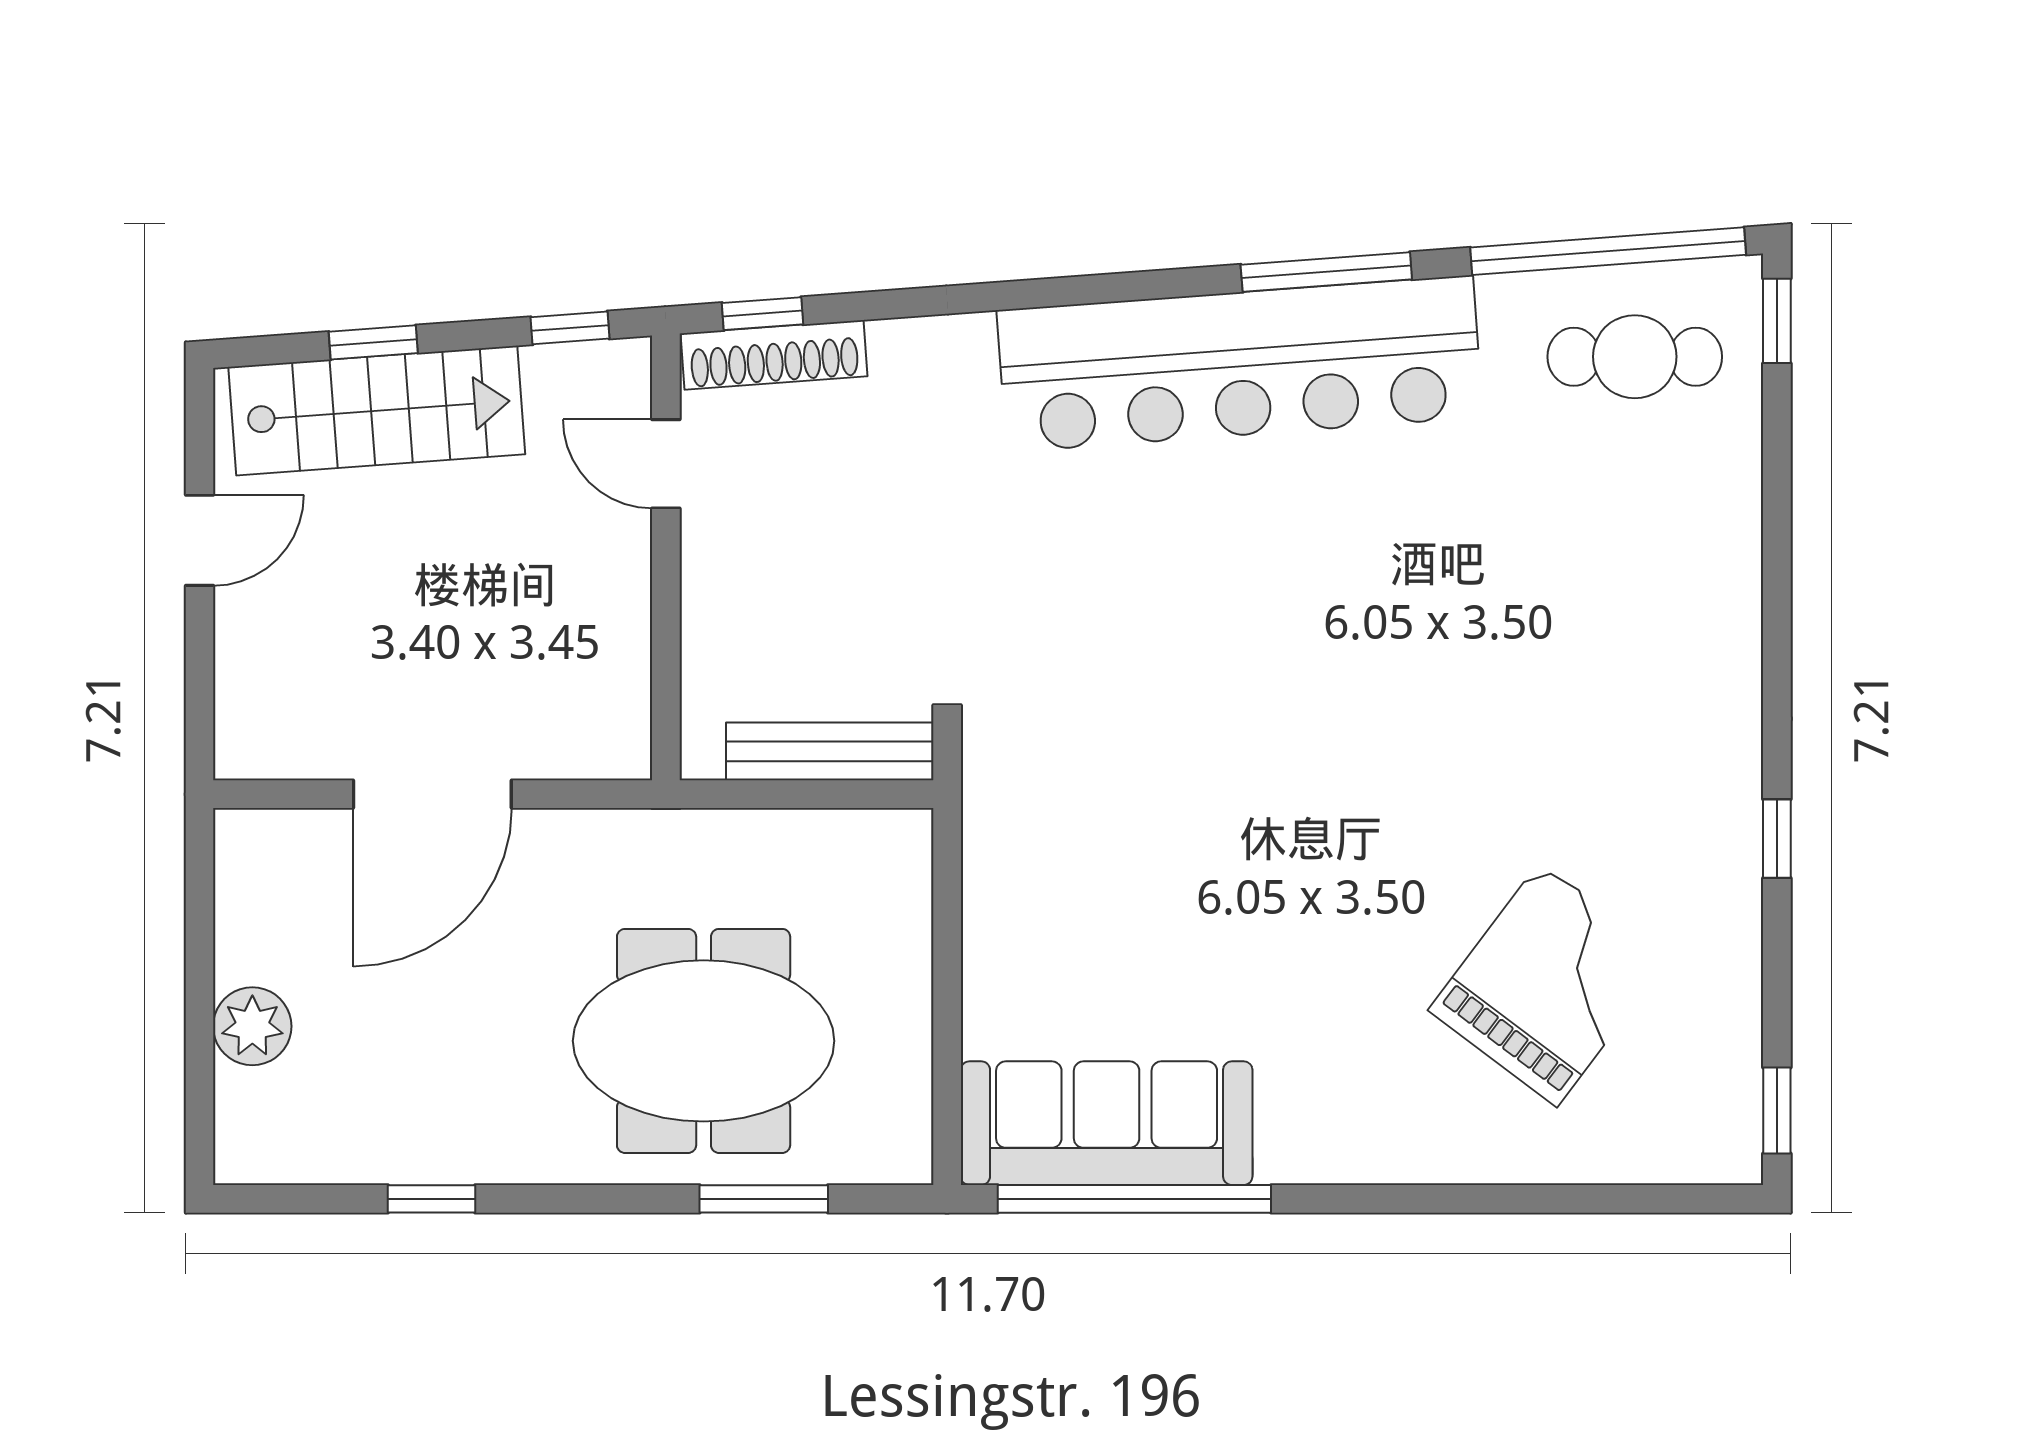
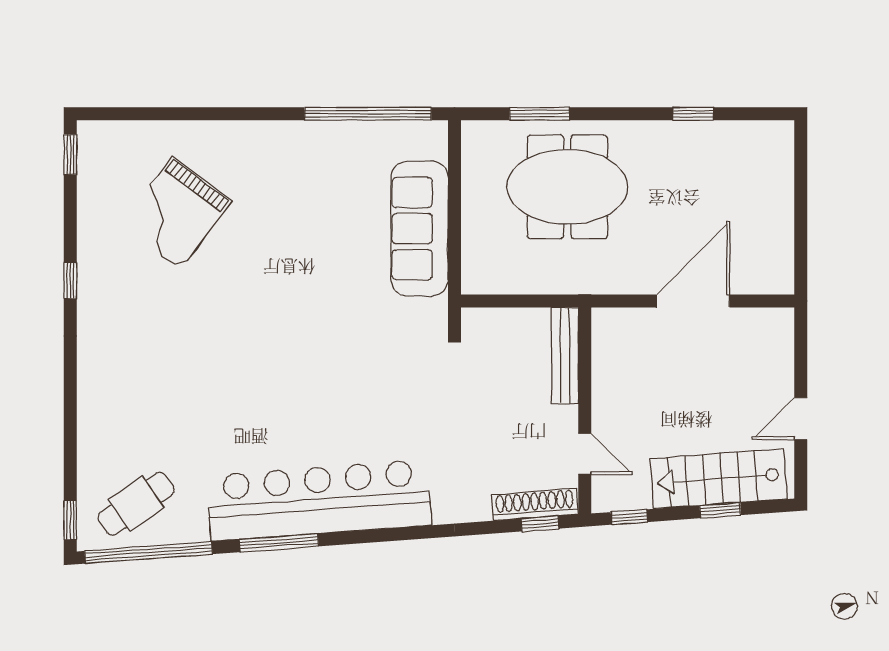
cafe table: (1635, 357) -> (136, 504), turned -35
bench: (830, 751) -> (565, 355), moved, turned 90
plant: (252, 1026) -> (776, 194), removed
sofa: (1107, 1123) -> (420, 229), moved, turned 90

